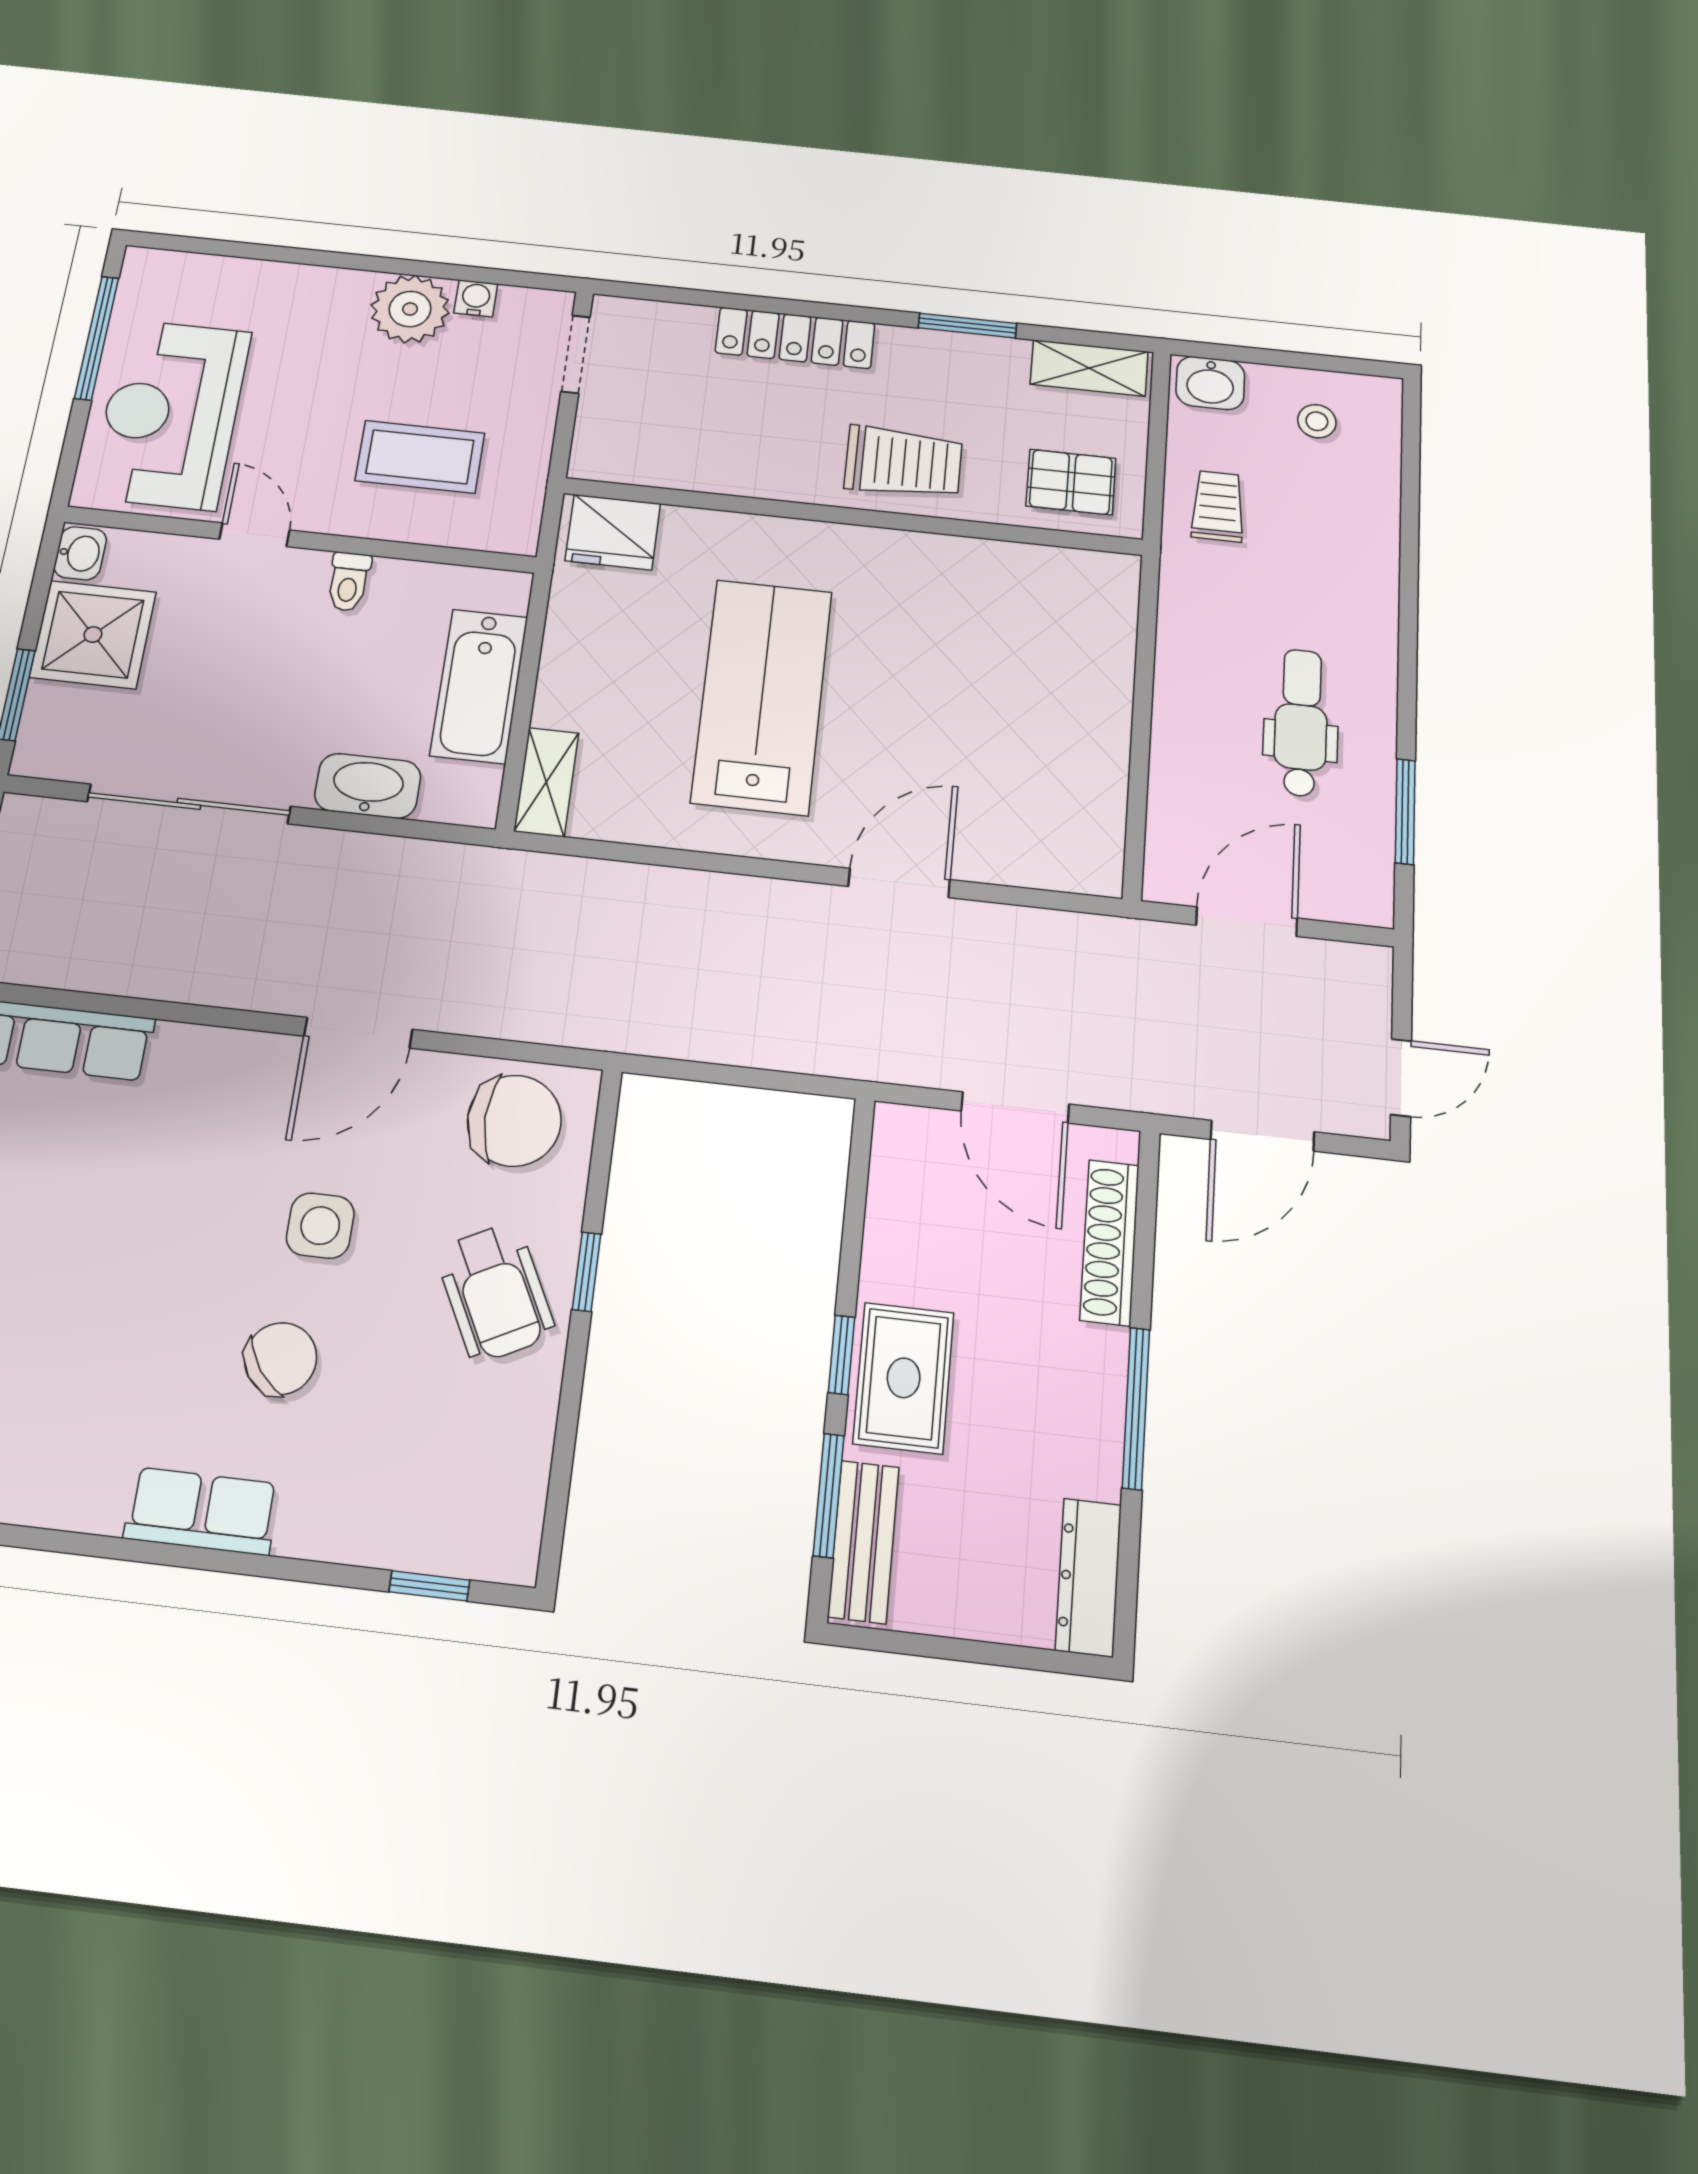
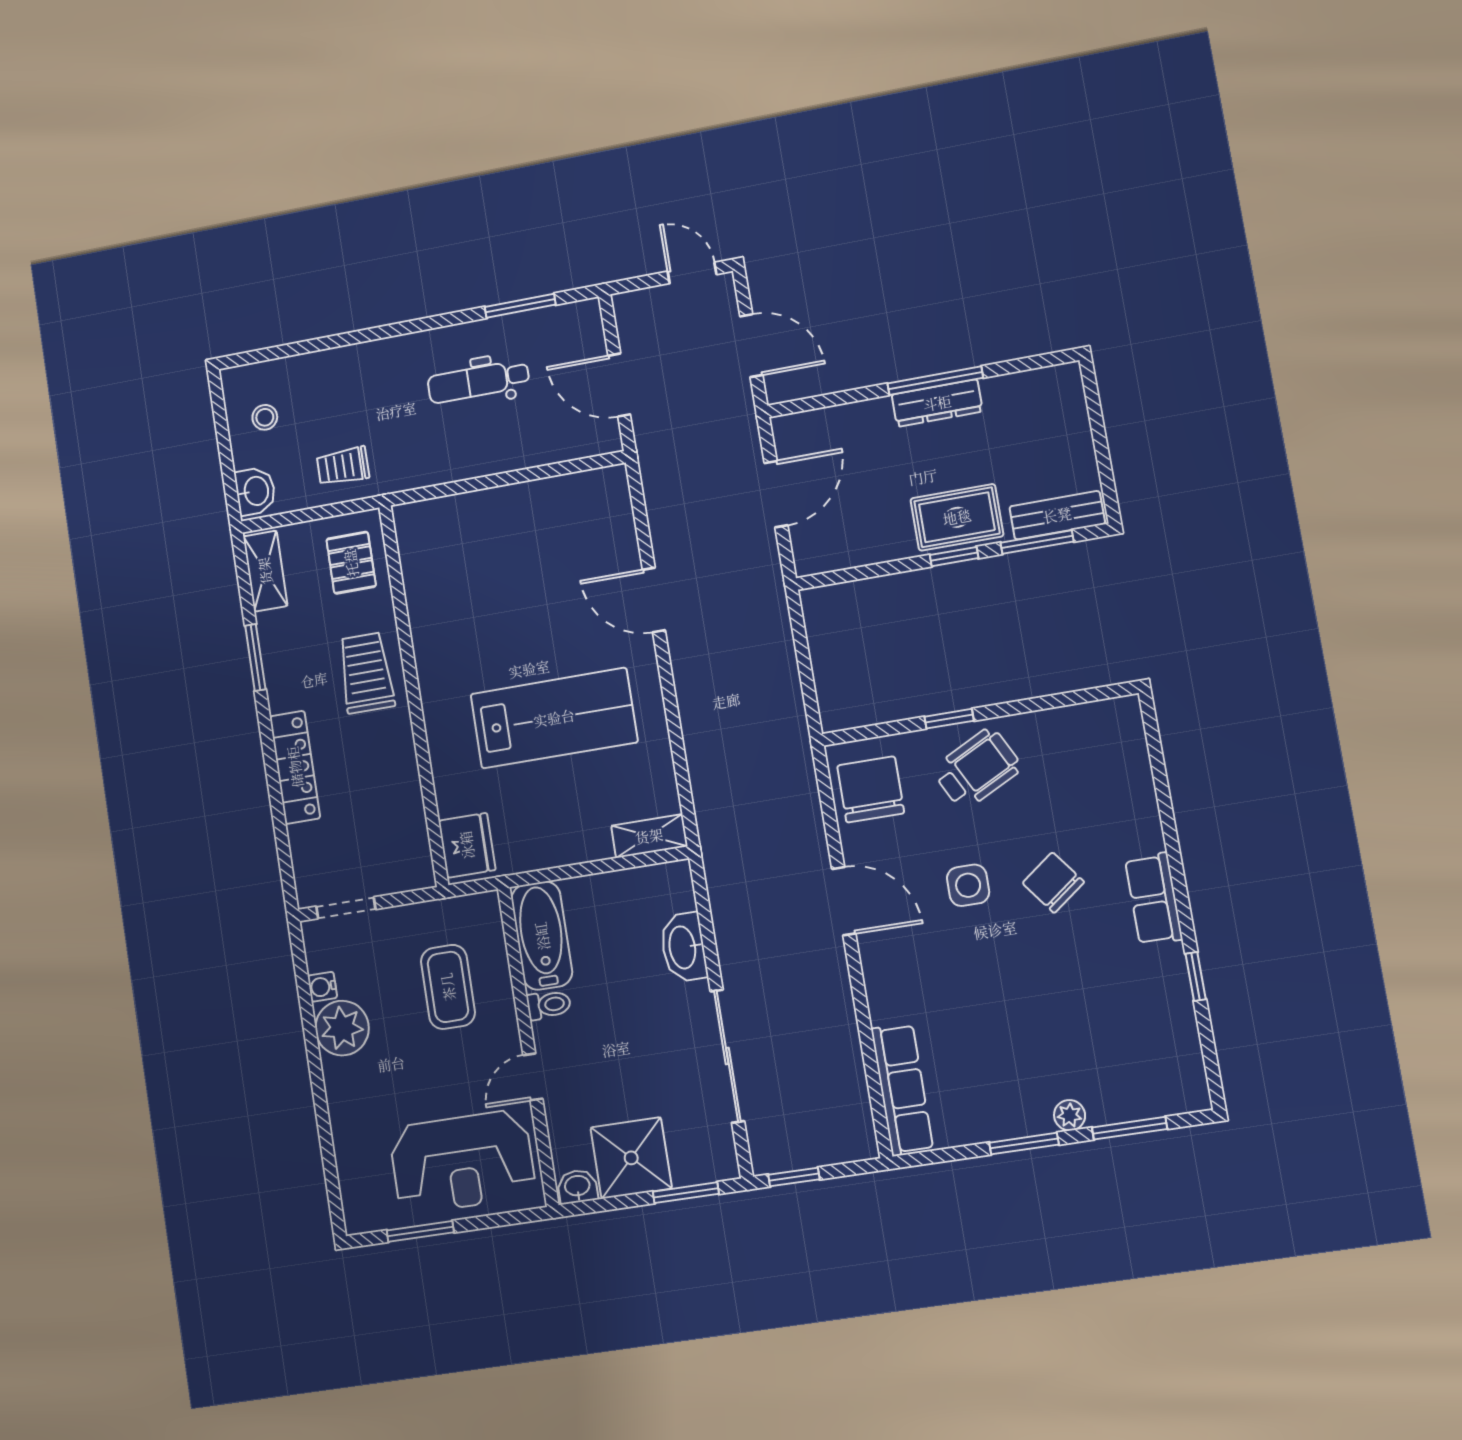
window: (97, 338) -> (420, 1231), width x0.69
bathtub: (479, 686) -> (542, 936), moved, turned -90
lab bench: (762, 696) -> (554, 718), turned 180
shoe rack: (1110, 1242) -> (842, 419), removed
dresser: (1088, 1577) -> (937, 403), moved
window: (429, 1586) -> (1196, 976), moved

